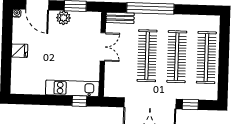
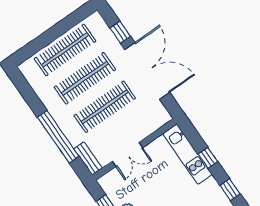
double door: (103, 47) -> (127, 154), swing flipped
window: (26, 99) -> (230, 190), added
window: (79, 101) -> (208, 158), moved

